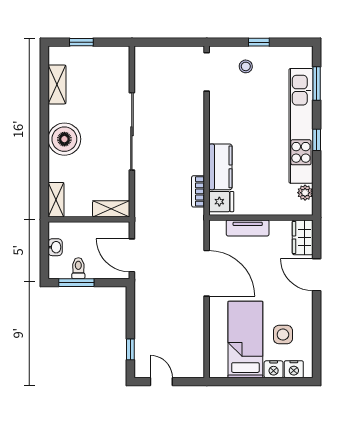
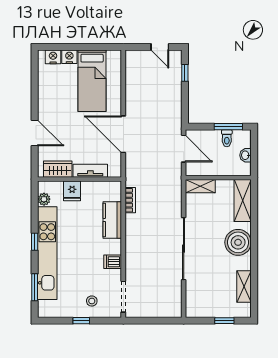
dishwasher: (220, 115) -> (113, 262), added
shelving: (56, 200) -> (243, 201), width x1.50, depth x1.33
fridge: (221, 202) -> (72, 191), moved, turned -90
wardrobe: (303, 237) -> (58, 169), moved, turned -90
side table: (283, 335) -> (62, 85), removed

